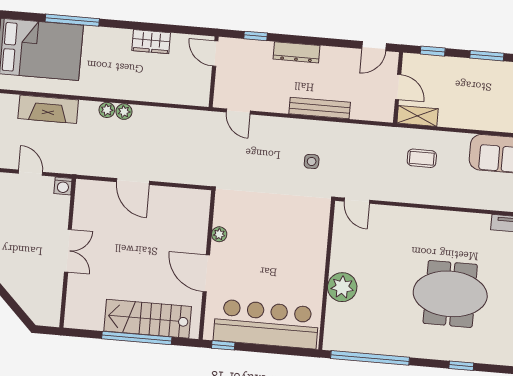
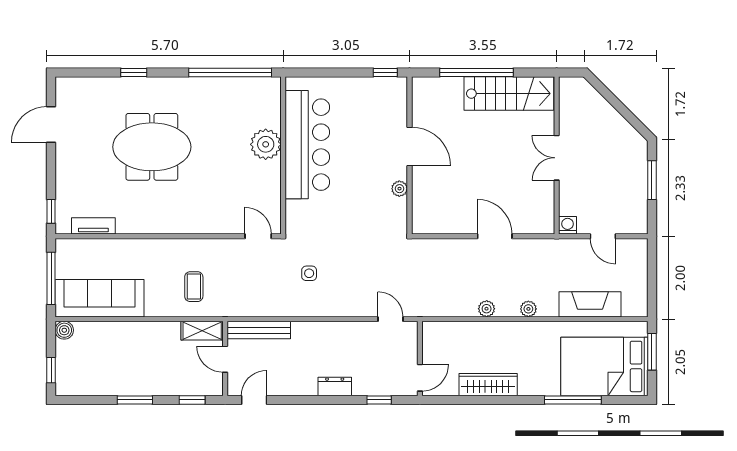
wardrobe: (151, 42) -> (488, 385), width x1.50
dresser: (297, 52) -> (335, 386), width x0.70
door: (215, 54) -> (420, 378), hinge flipped
bench: (320, 108) -> (259, 330), moved
plant: (124, 112) -> (487, 309), moved
coffee table: (422, 158) -> (194, 287), turned 90
stairs: (148, 319) -> (509, 94), moved
bar counter: (266, 324) -> (307, 145), moved, turned -90

